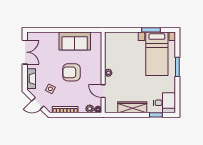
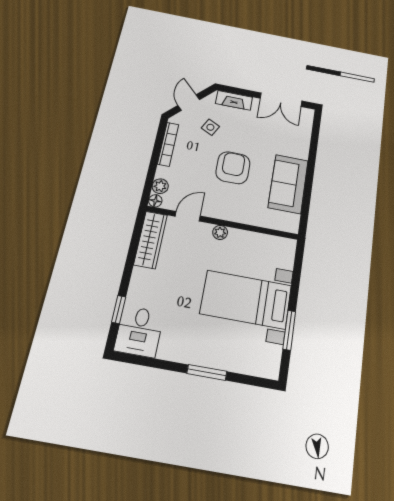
bed with nightstands: (157, 54) -> (246, 300), moved
wardrobe: (132, 107) -> (151, 240), moved

